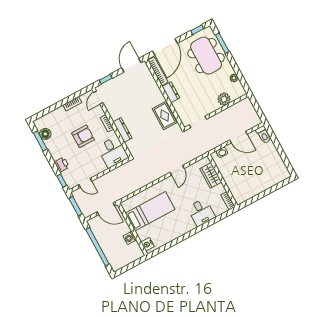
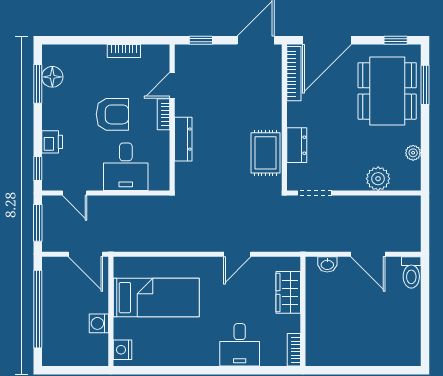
dresser: (171, 92) -> (297, 145), moved
door: (98, 97) -> (172, 85), moved
desk: (113, 152) -> (126, 167), moved

